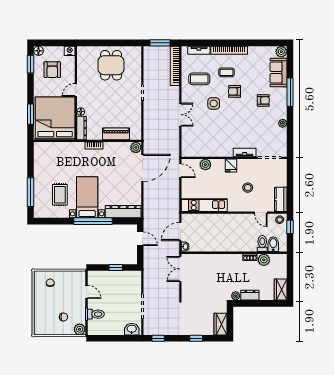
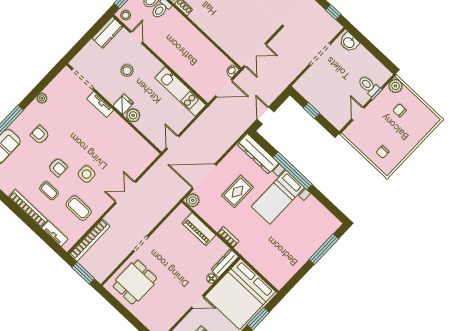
dining table: (111, 65) -> (135, 282), moved
plant: (205, 165) -> (133, 115), moved
rug: (60, 195) -> (237, 192), moved

